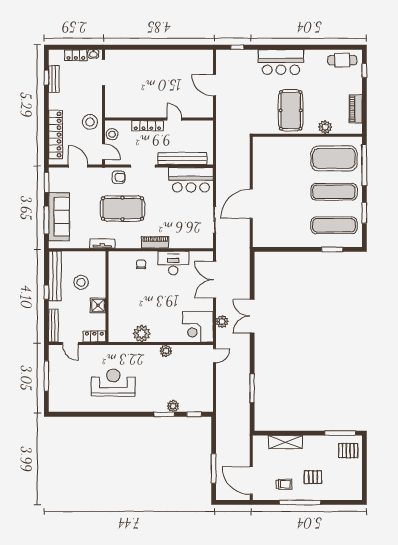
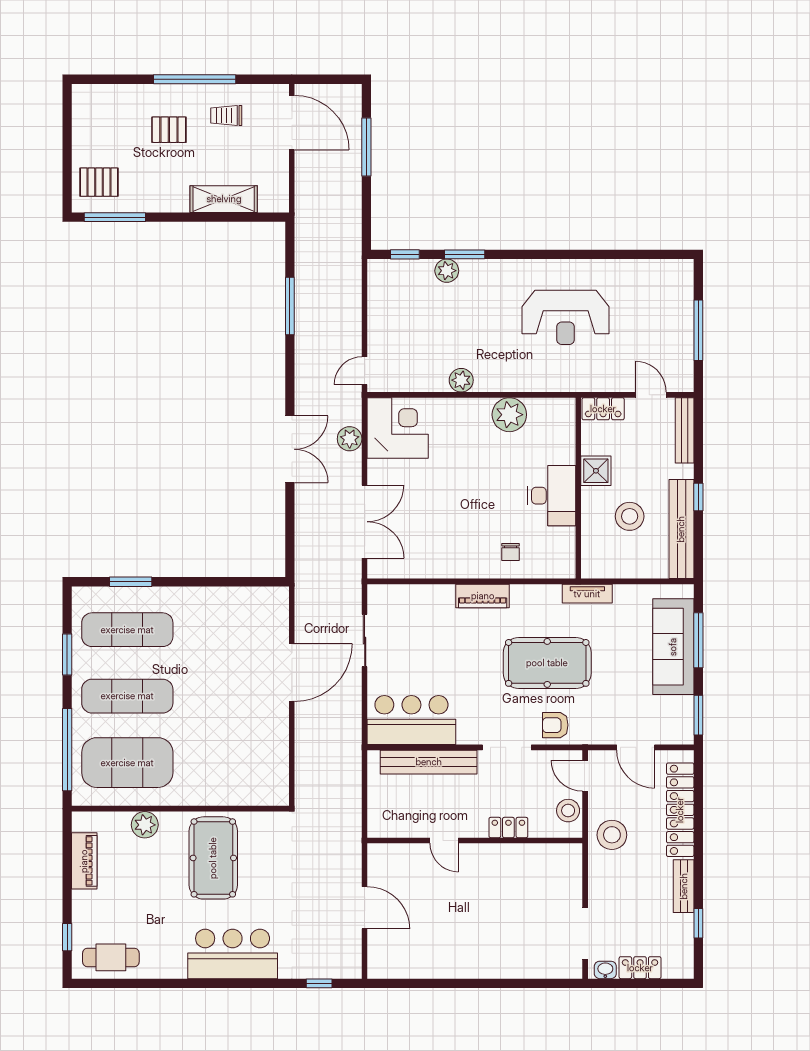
bench: (54, 79) -> (684, 886), moved
locker: (147, 126) -> (508, 828), width x0.66
desk: (173, 263) -> (552, 496), moved, turned -90

